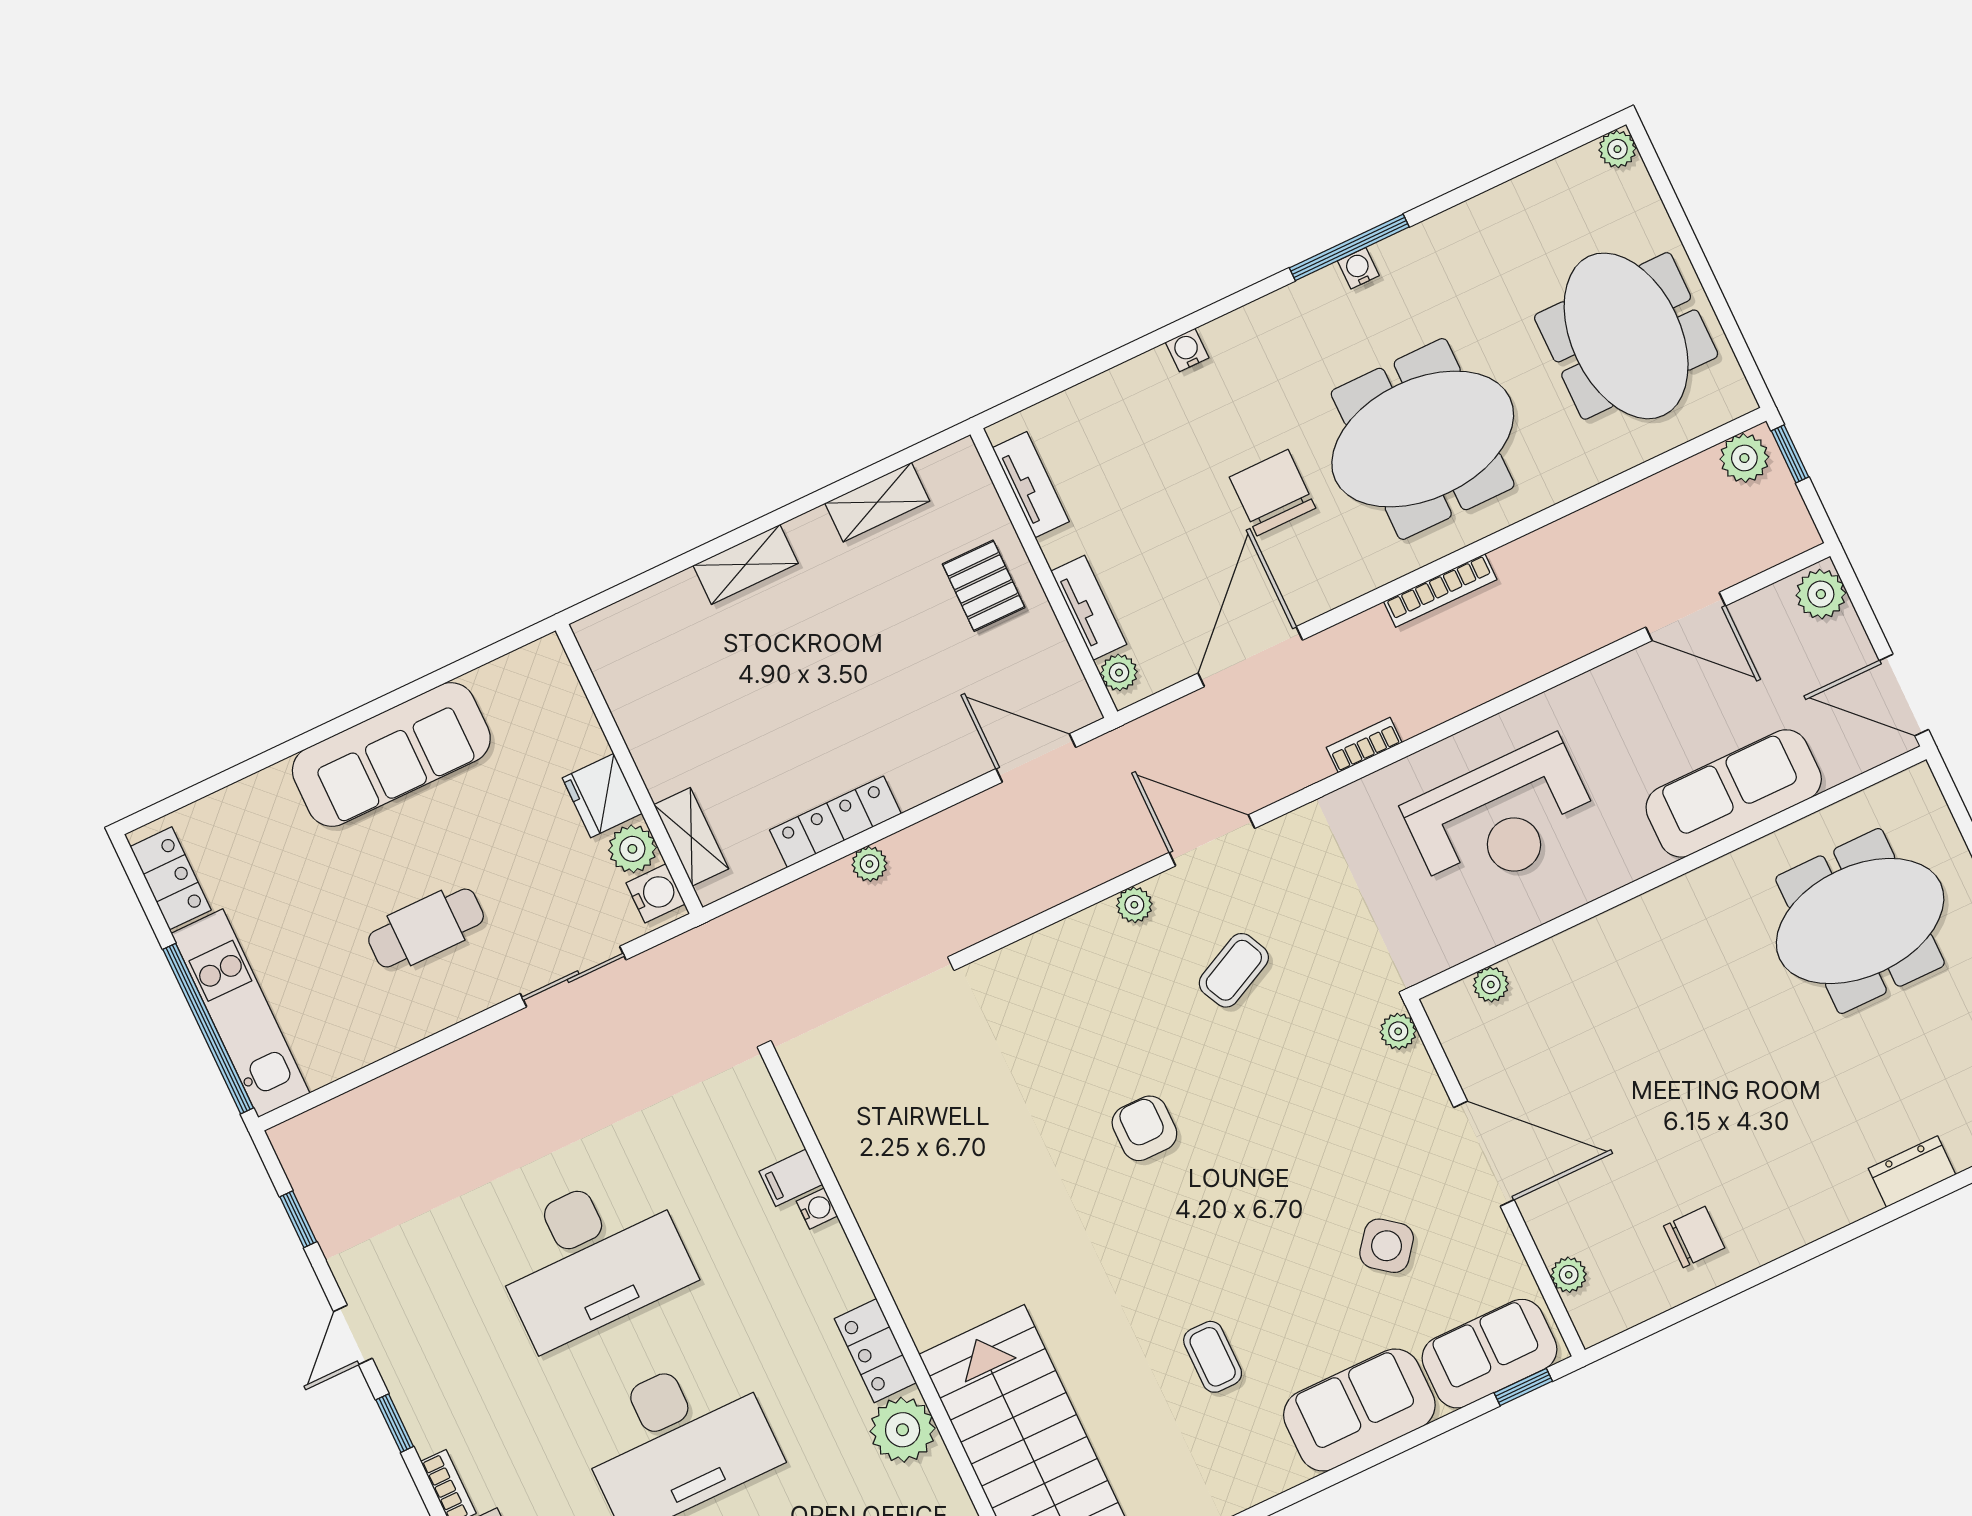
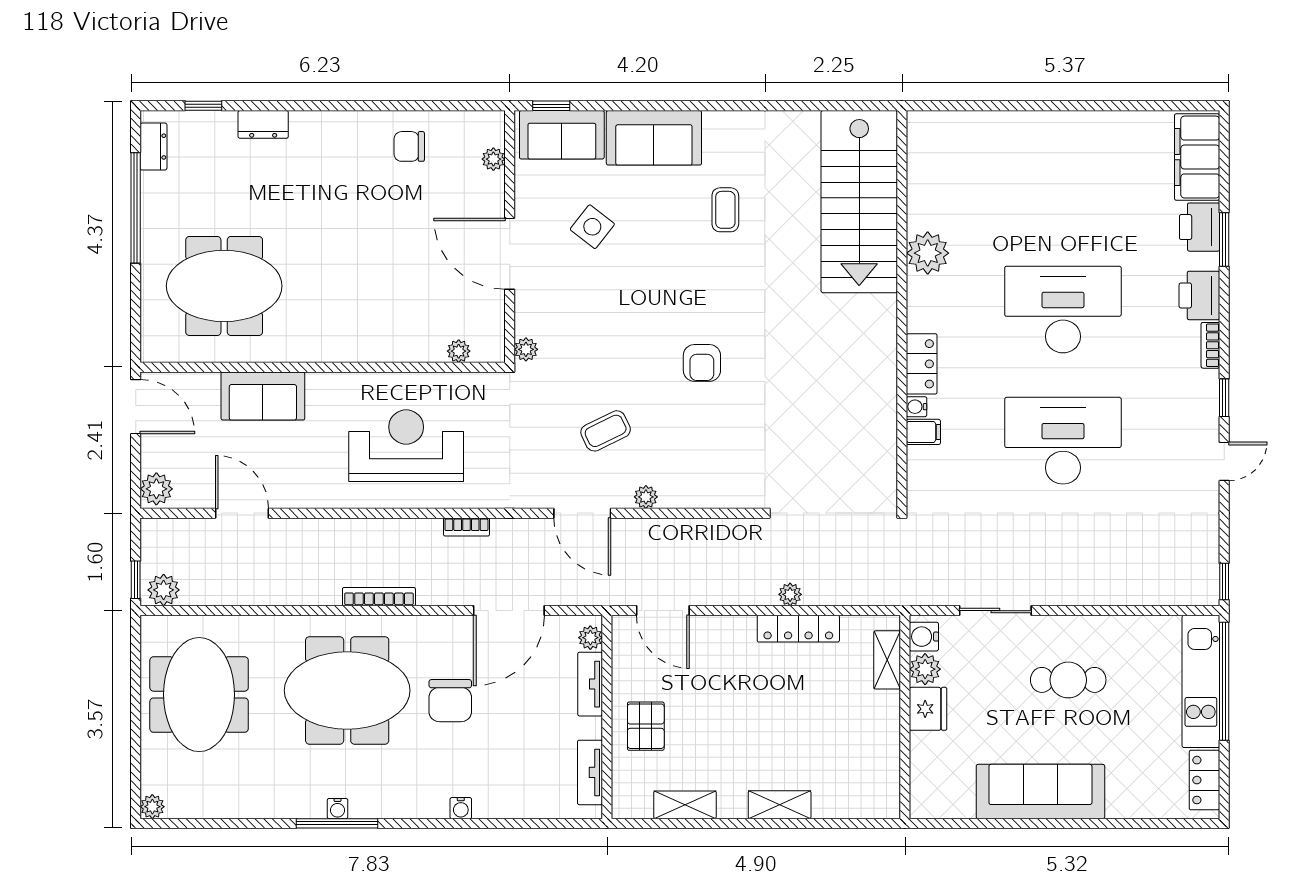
sofa: (1734, 793) -> (263, 396), width x0.73
window: (298, 1219) -> (1224, 581), moved
locker: (875, 1351) -> (922, 364), moved

